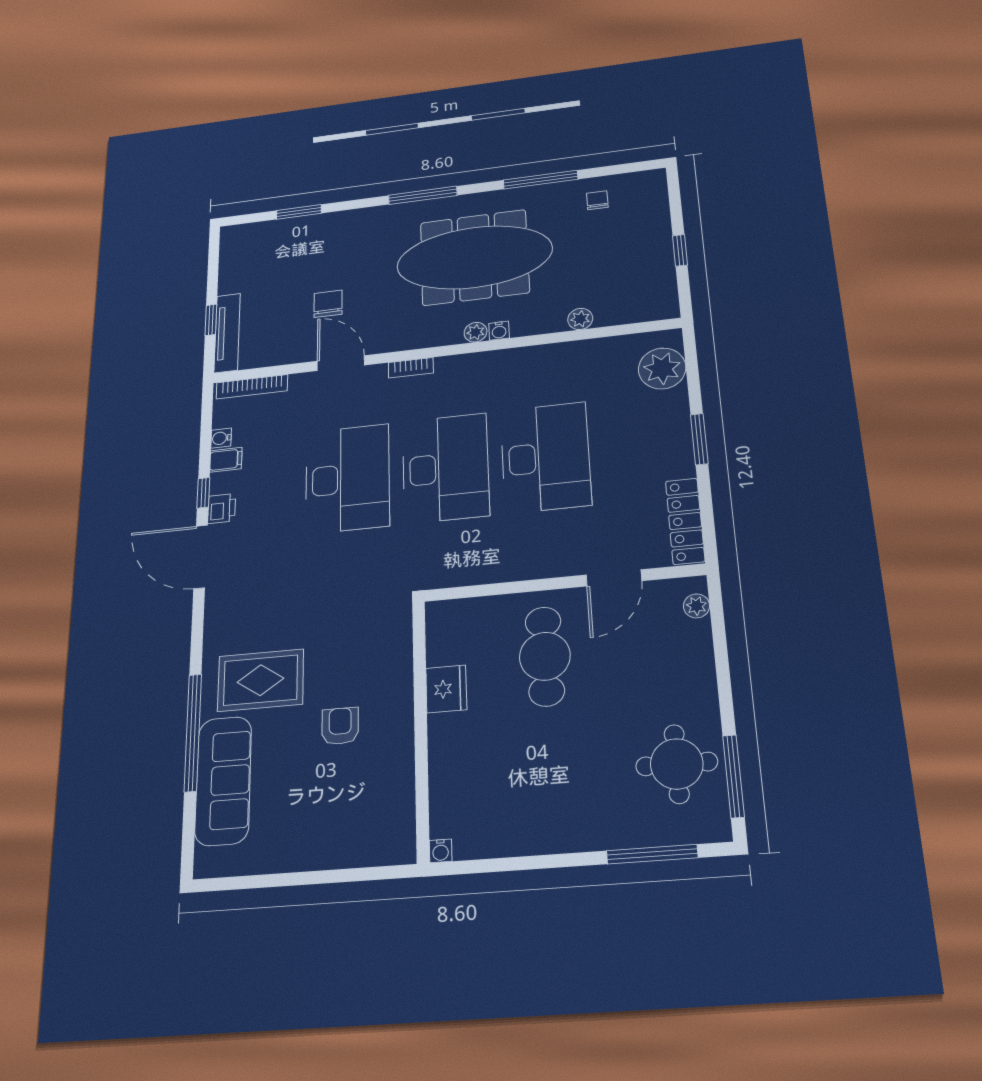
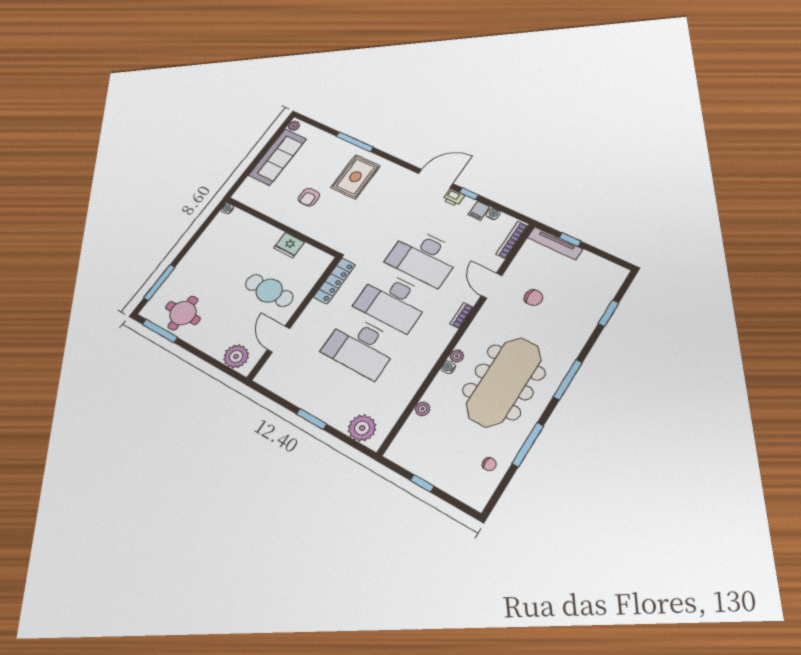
door: (341, 363) -> (492, 286), swing flipped
locker: (685, 521) -> (334, 281), moved, turned 90
plant: (696, 606) -> (236, 356), width x1.87, depth x1.87
armchair: (340, 726) -> (309, 197), turned 90
window: (193, 732) -> (355, 142), width x0.68
sofa: (223, 781) -> (277, 157), moved, turned -90
plant: (211, 865) -> (294, 126), added

